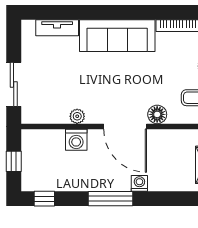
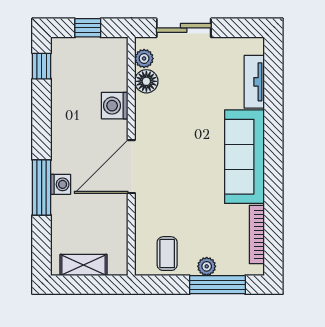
floor lamp: (157, 114) -> (146, 81), moved
plant: (77, 116) -> (144, 58), moved
window: (110, 199) -> (42, 188), moved

